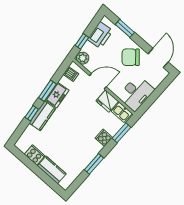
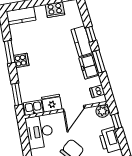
cooker: (104, 138) -> (21, 60), moved
kitchen counter: (52, 170) -> (21, 16), moved

